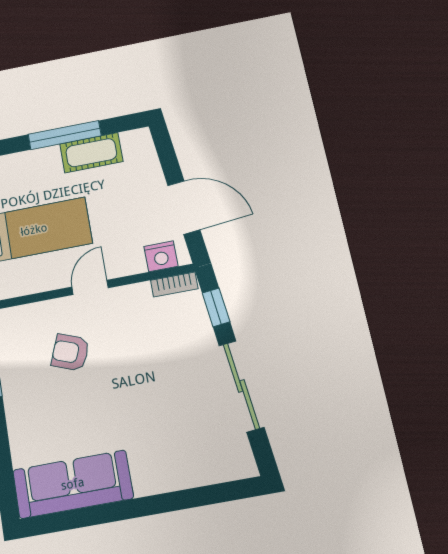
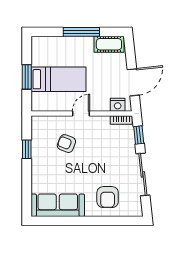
cot: (91, 153) -> (109, 44), moved
door: (184, 208) -> (133, 82), hinge flipped
armchair: (176, 448) -> (108, 197), added

